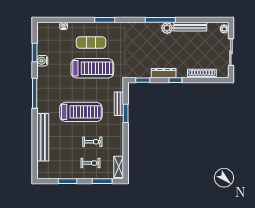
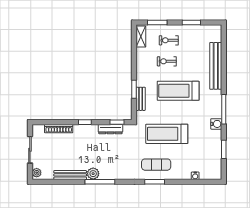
exercise mat: (91, 43) -> (156, 165), moved
water cooler: (42, 61) -> (216, 124), moved
dresser: (164, 73) -> (110, 129), moved

